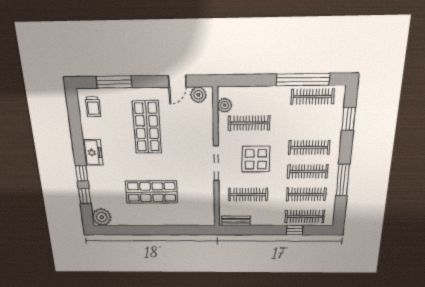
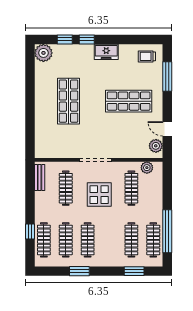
clothes rail: (309, 148) -> (131, 240), moved
window: (343, 180) -> (79, 271), width x0.69

